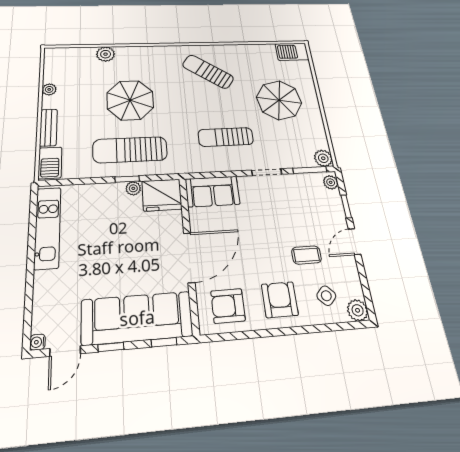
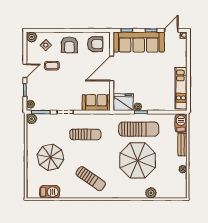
barbecue: (292, 52) -> (50, 192), moved
parasol: (130, 100) -> (138, 160), width x1.36, depth x1.36

